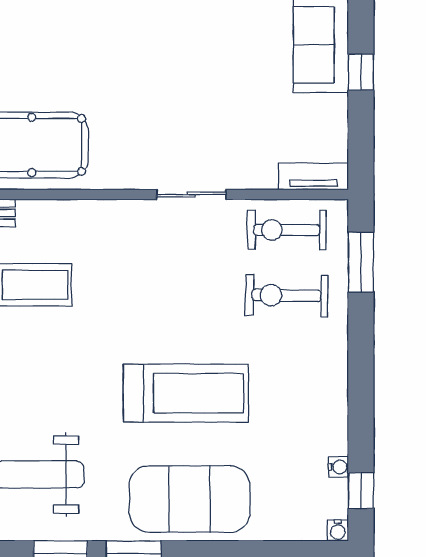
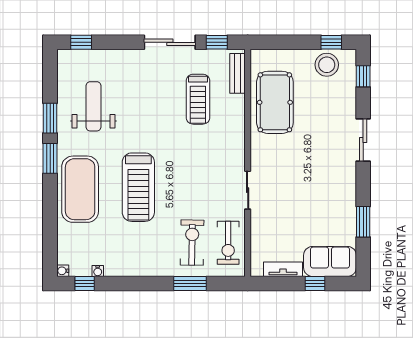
tv unit: (313, 176) -> (283, 269), moved, turned -90
exercise bike: (287, 230) -> (228, 243), turned 180
window: (361, 262) -> (190, 284), moved

